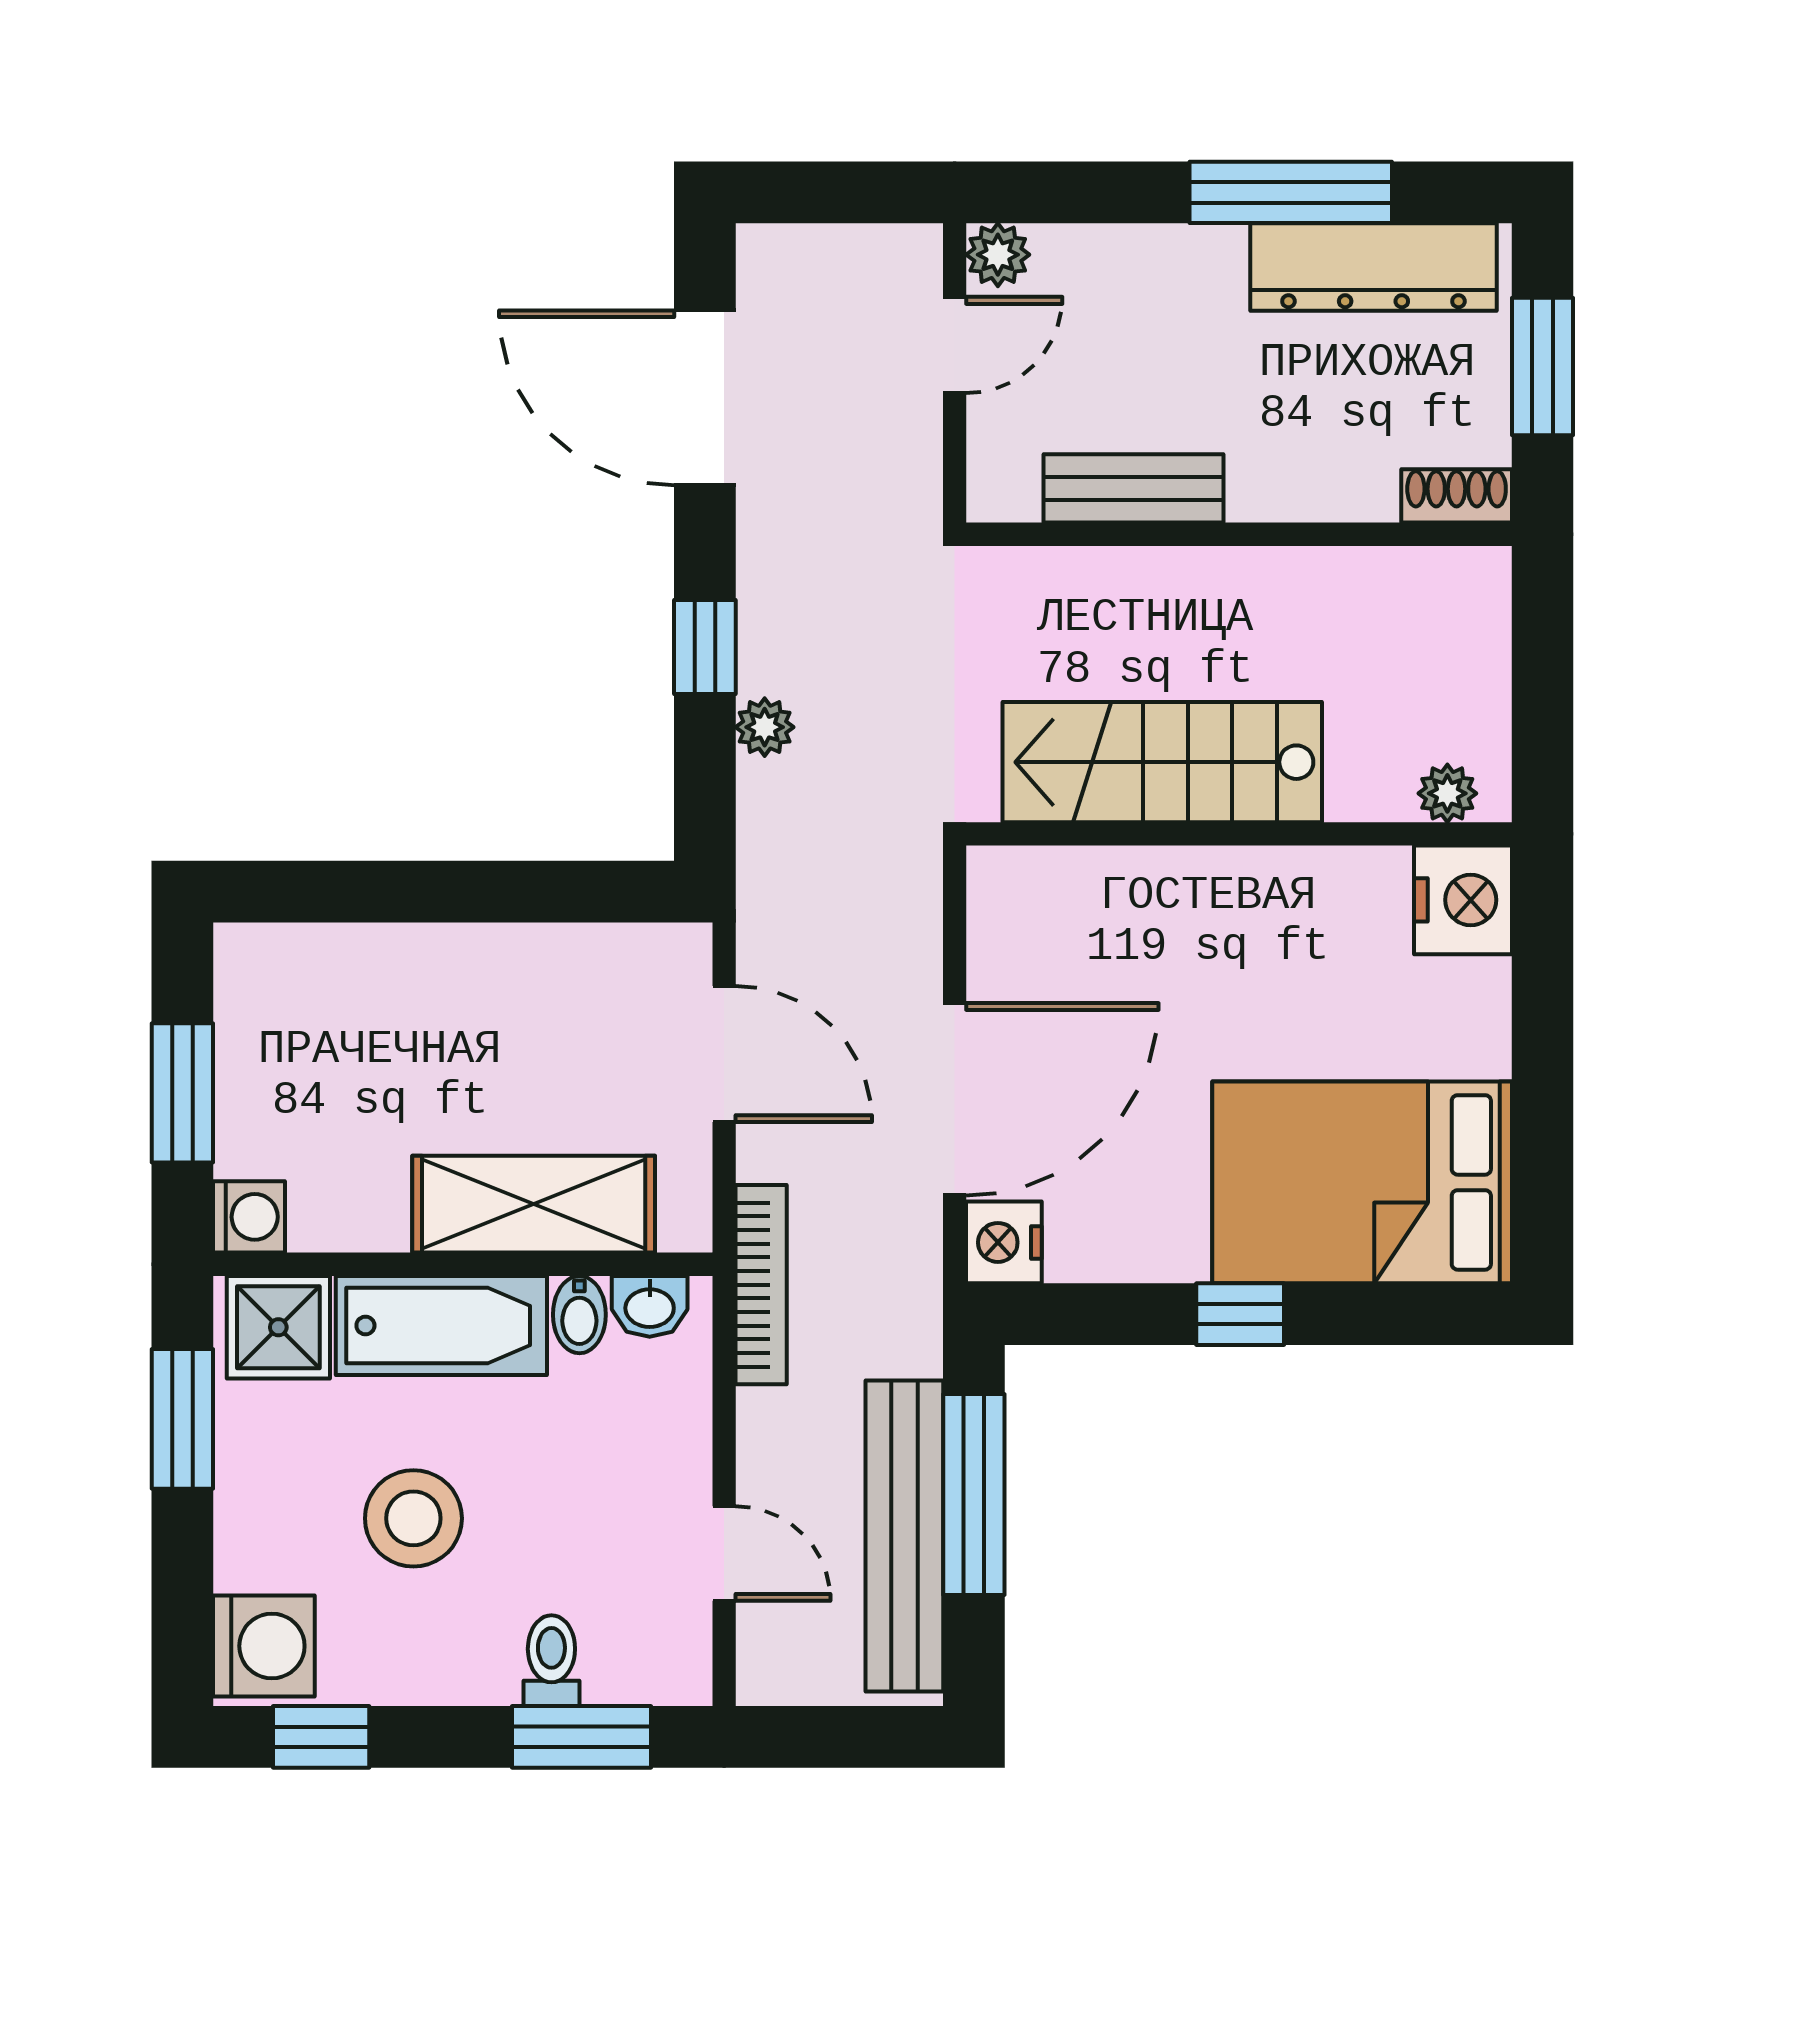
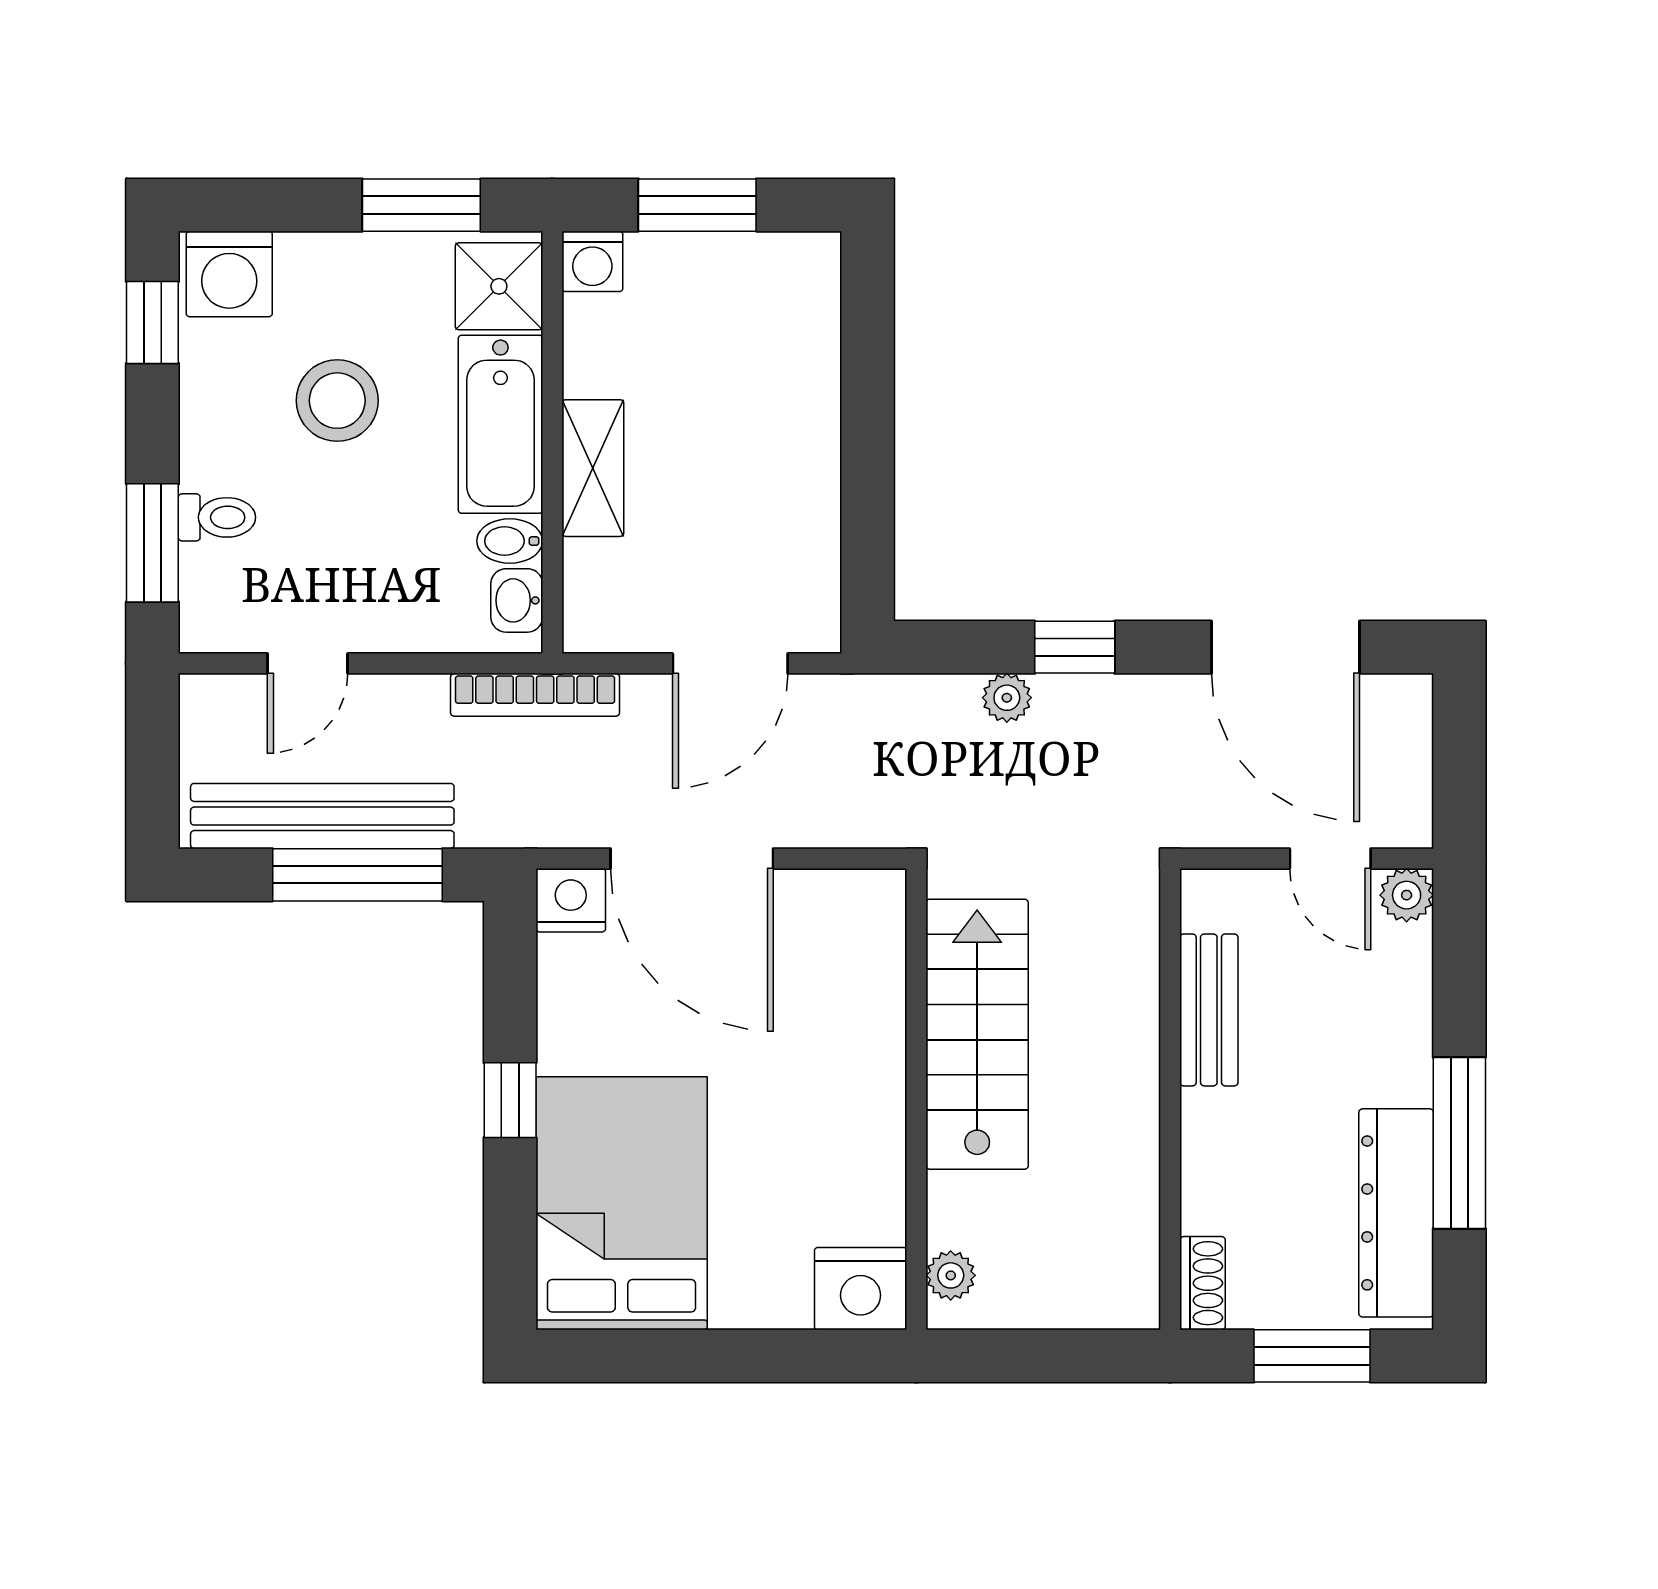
door: (705, 398) -> (1285, 647), swing flipped
shelving: (534, 1204) -> (593, 468), width x0.67, depth x0.75

